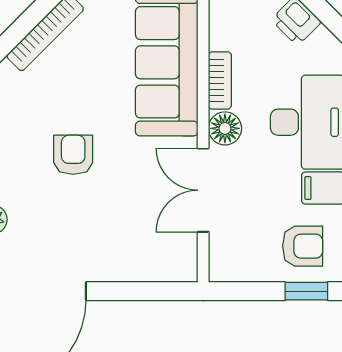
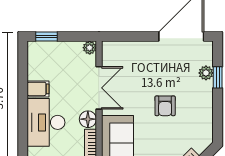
armchair: (303, 246) -> (48, 59), removed
plant: (222, 269) -> (90, 48), added

